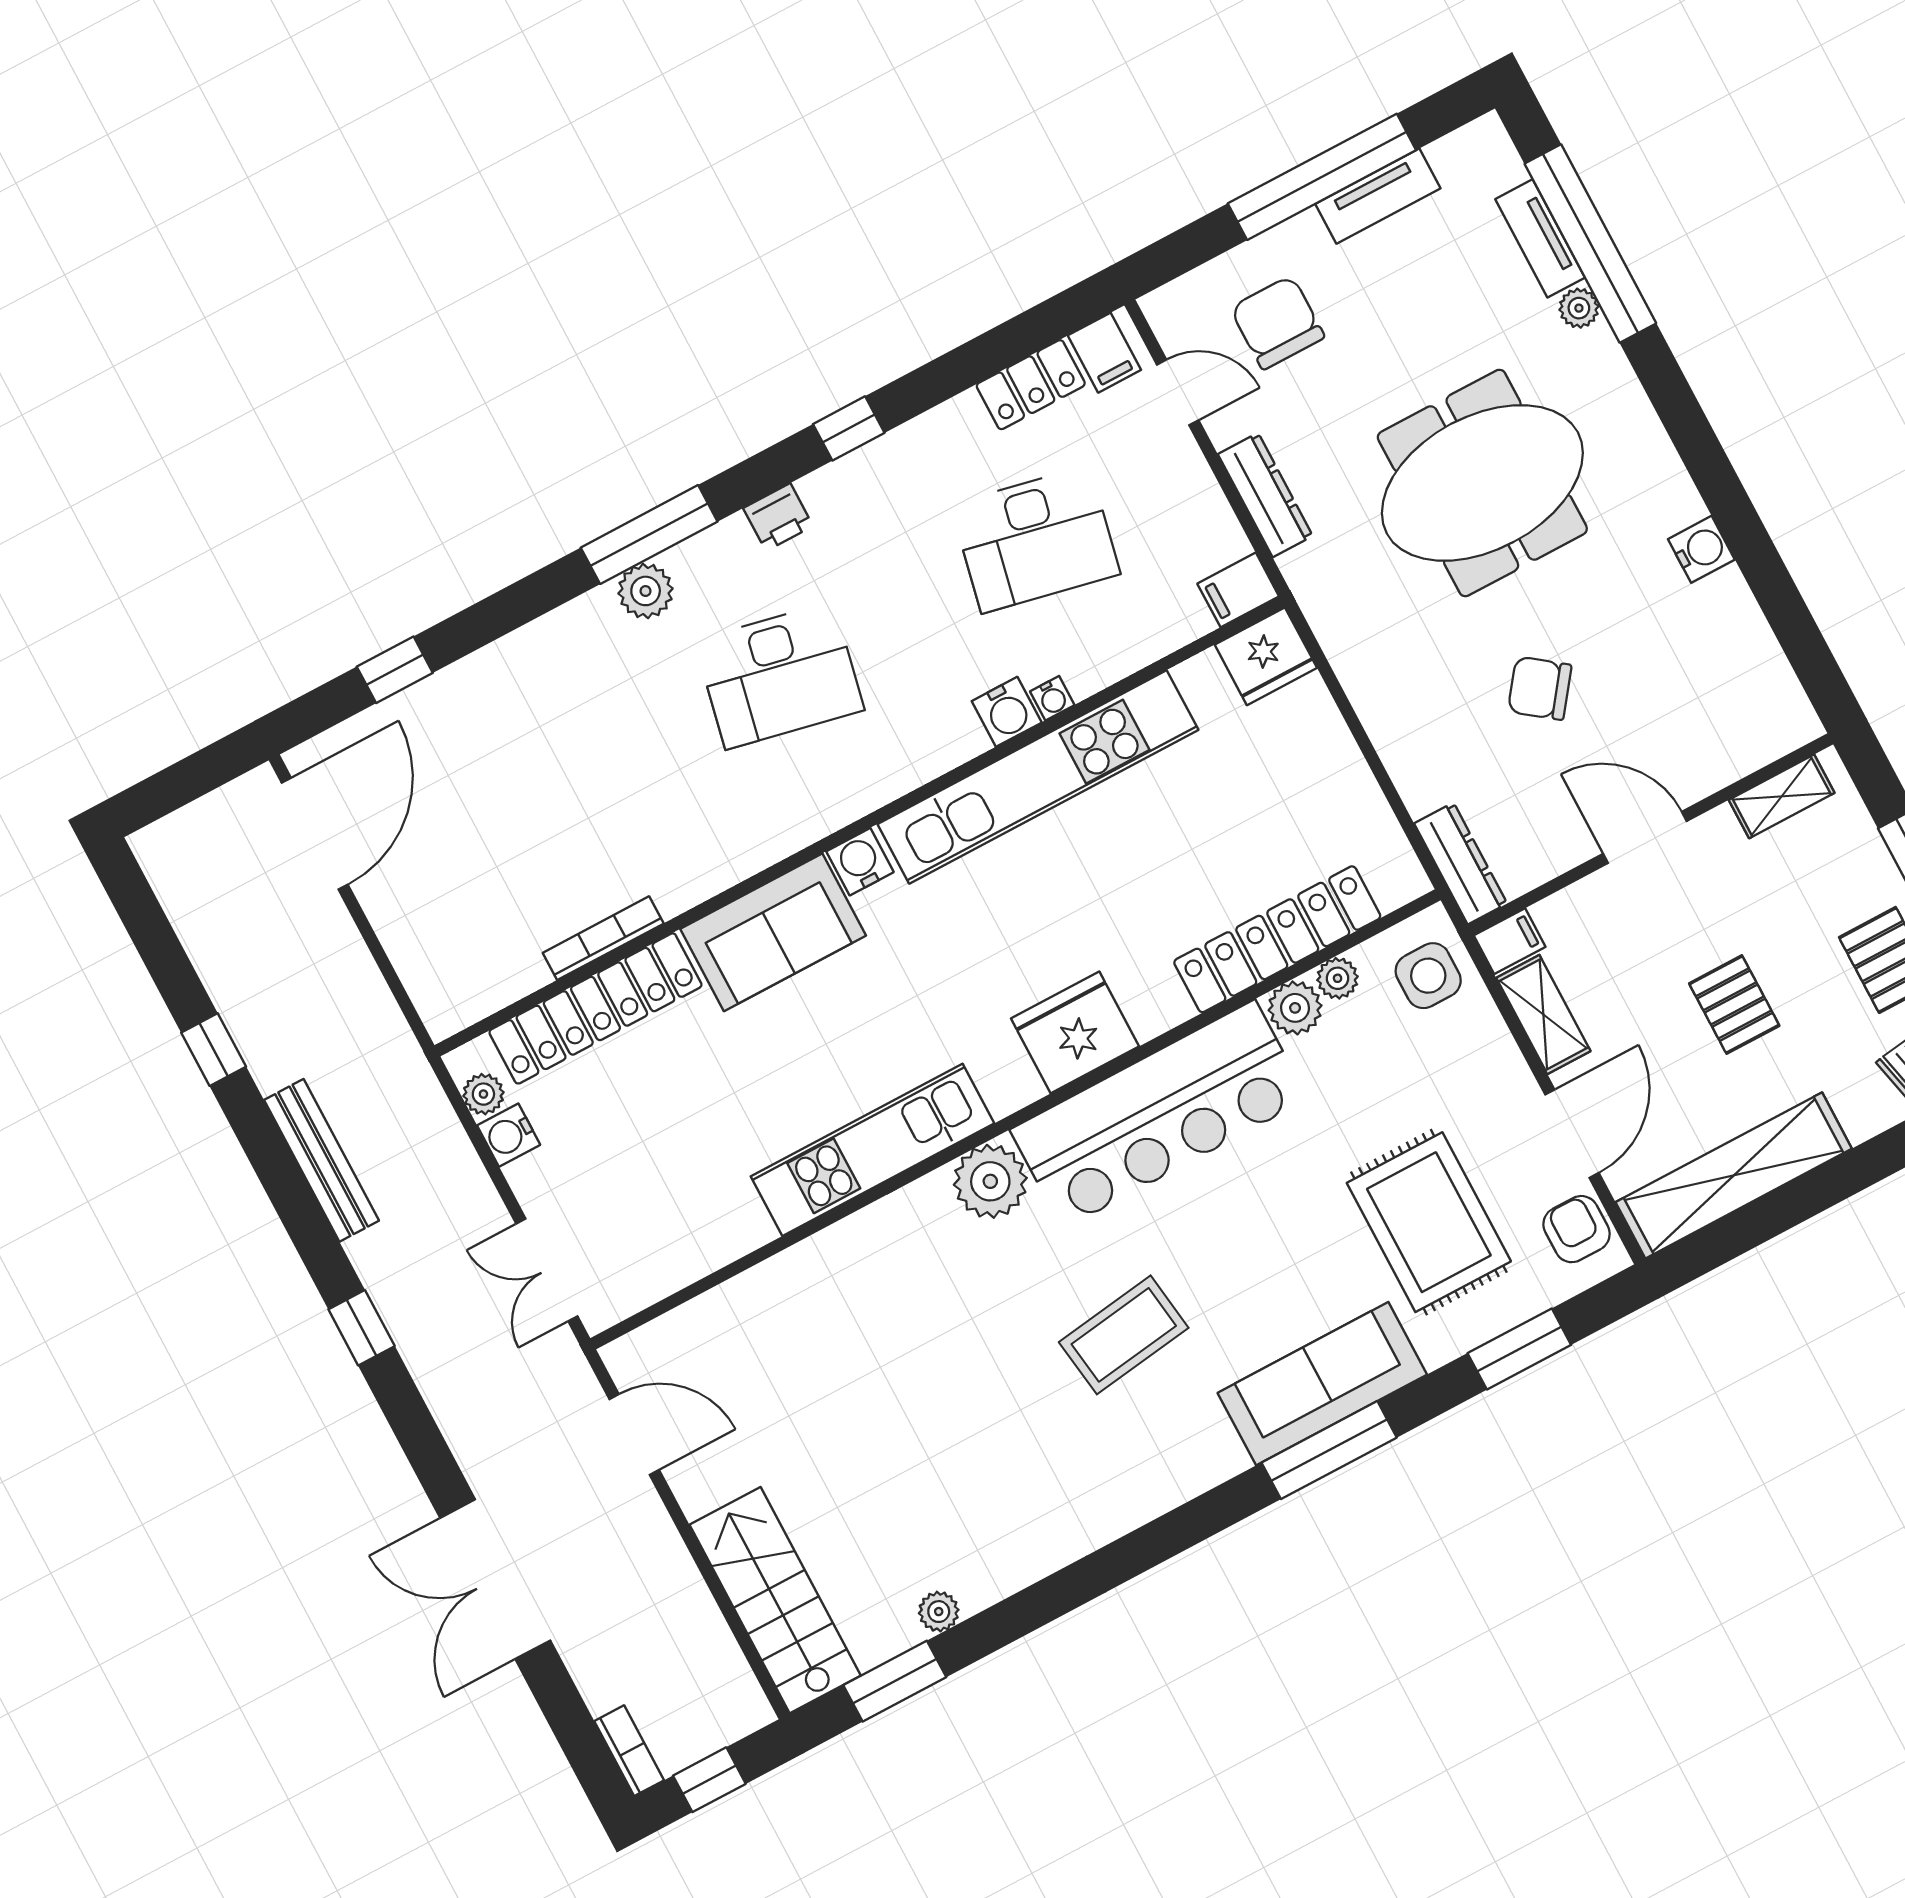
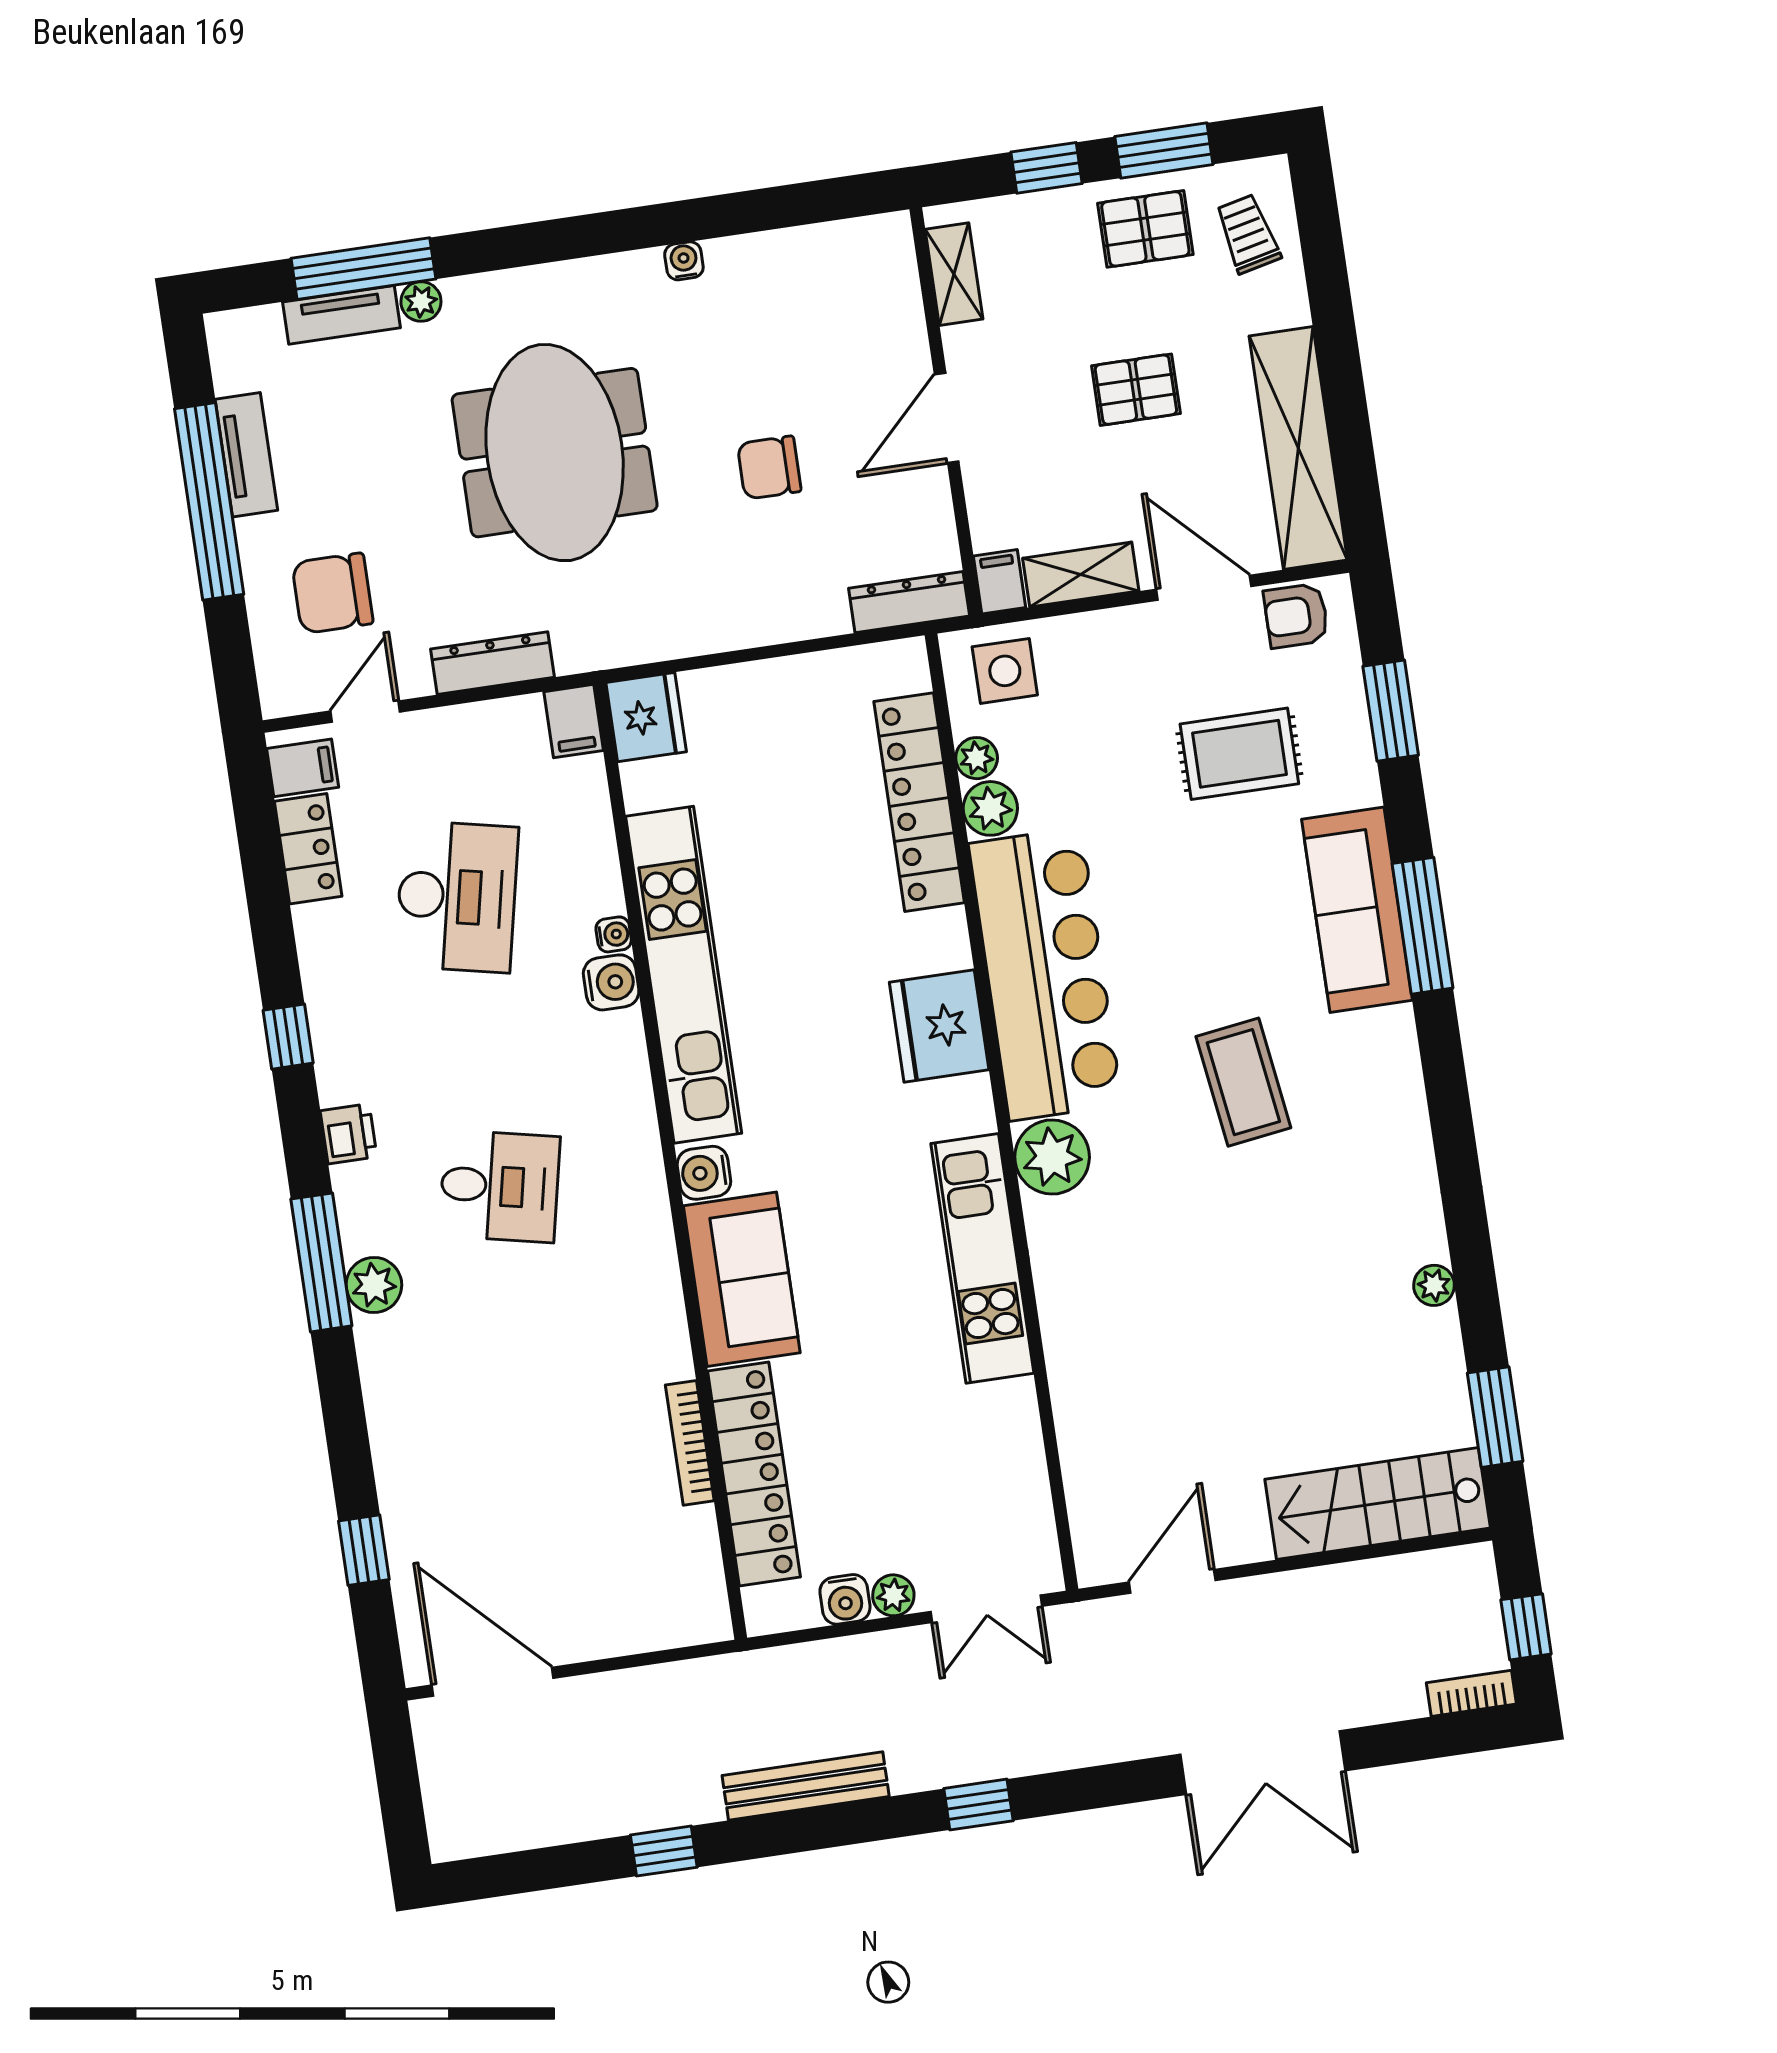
window: (1590, 243) -> (363, 269), width x0.68
water cooler: (1701, 549) -> (684, 261), width x0.72, depth x0.72
desk: (779, 675) -> (500, 1186), width x0.73
chair: (1540, 688) -> (769, 468), turned 53
plant: (483, 1094) -> (893, 1595), moved
rug: (1429, 1222) -> (1239, 754), width x0.73, depth x0.70
plant: (939, 1612) -> (1434, 1285), moved

